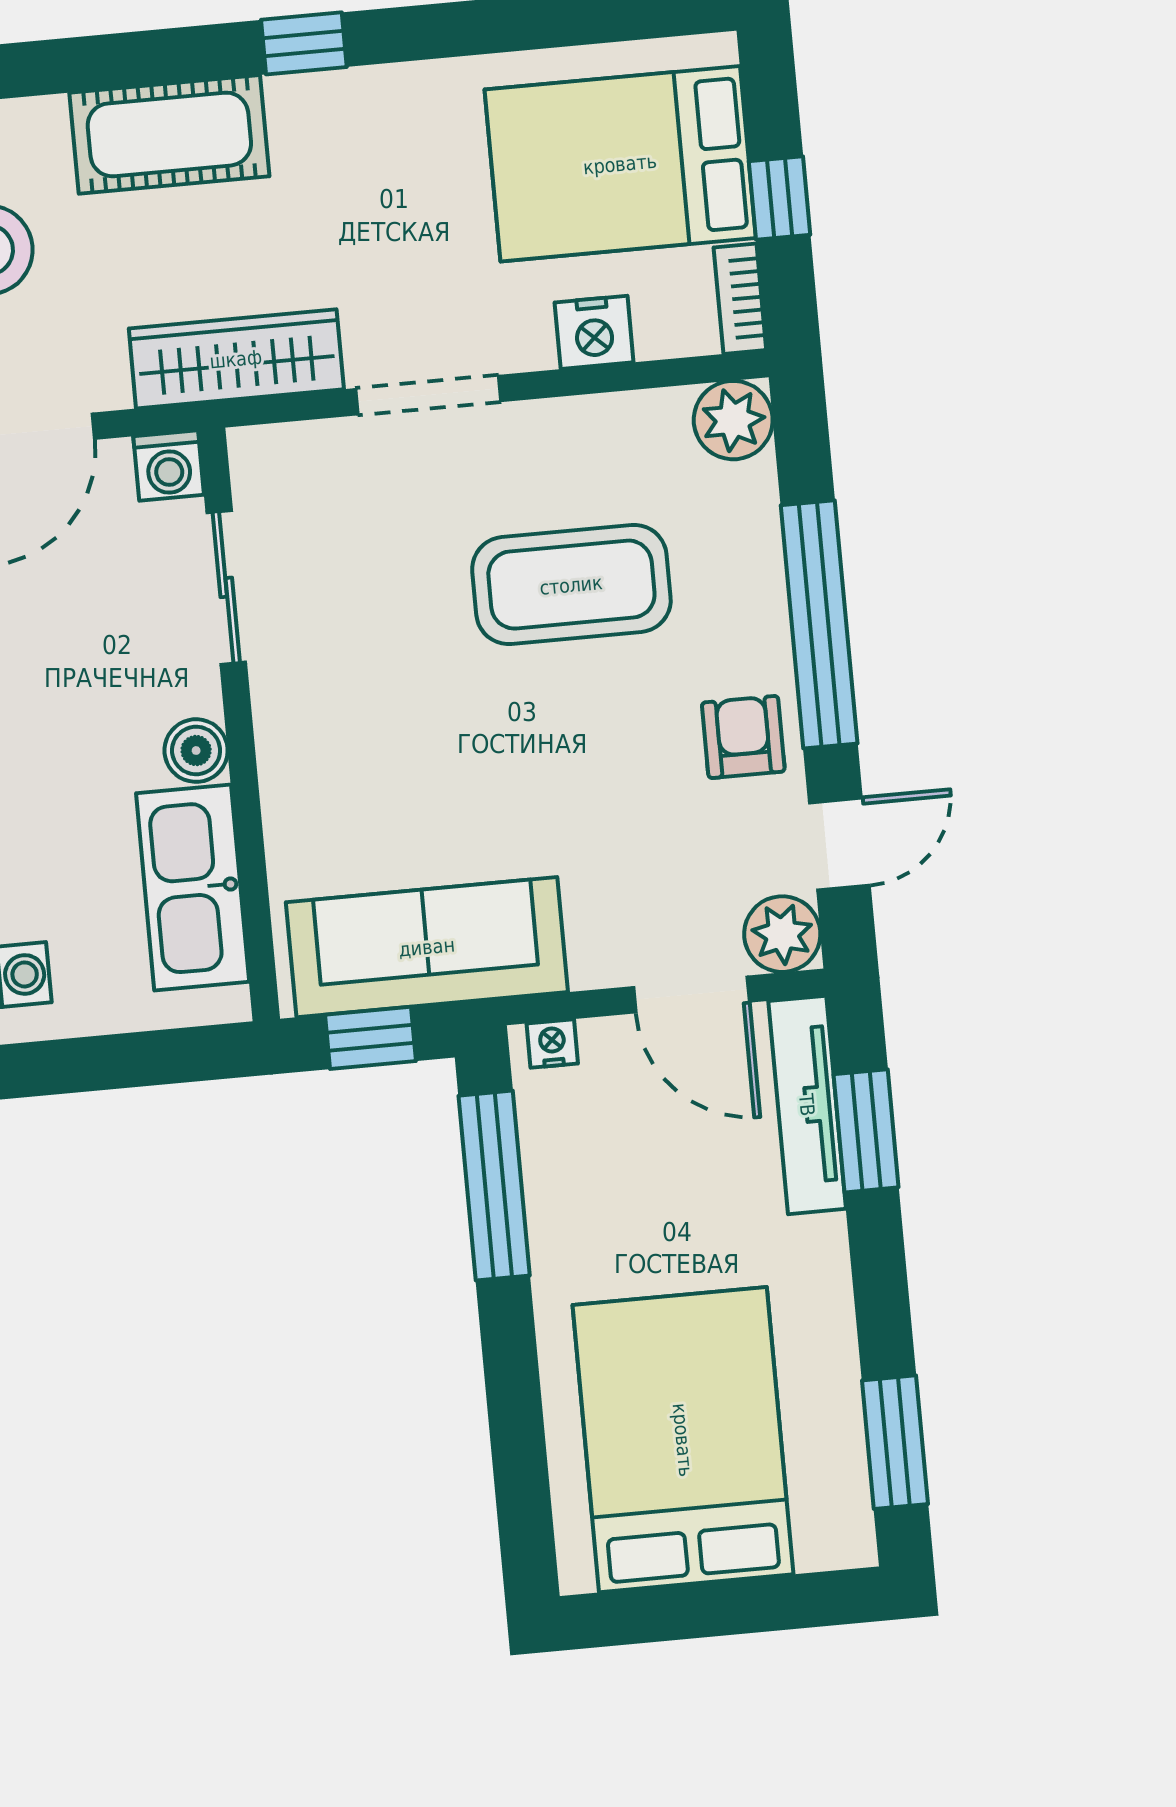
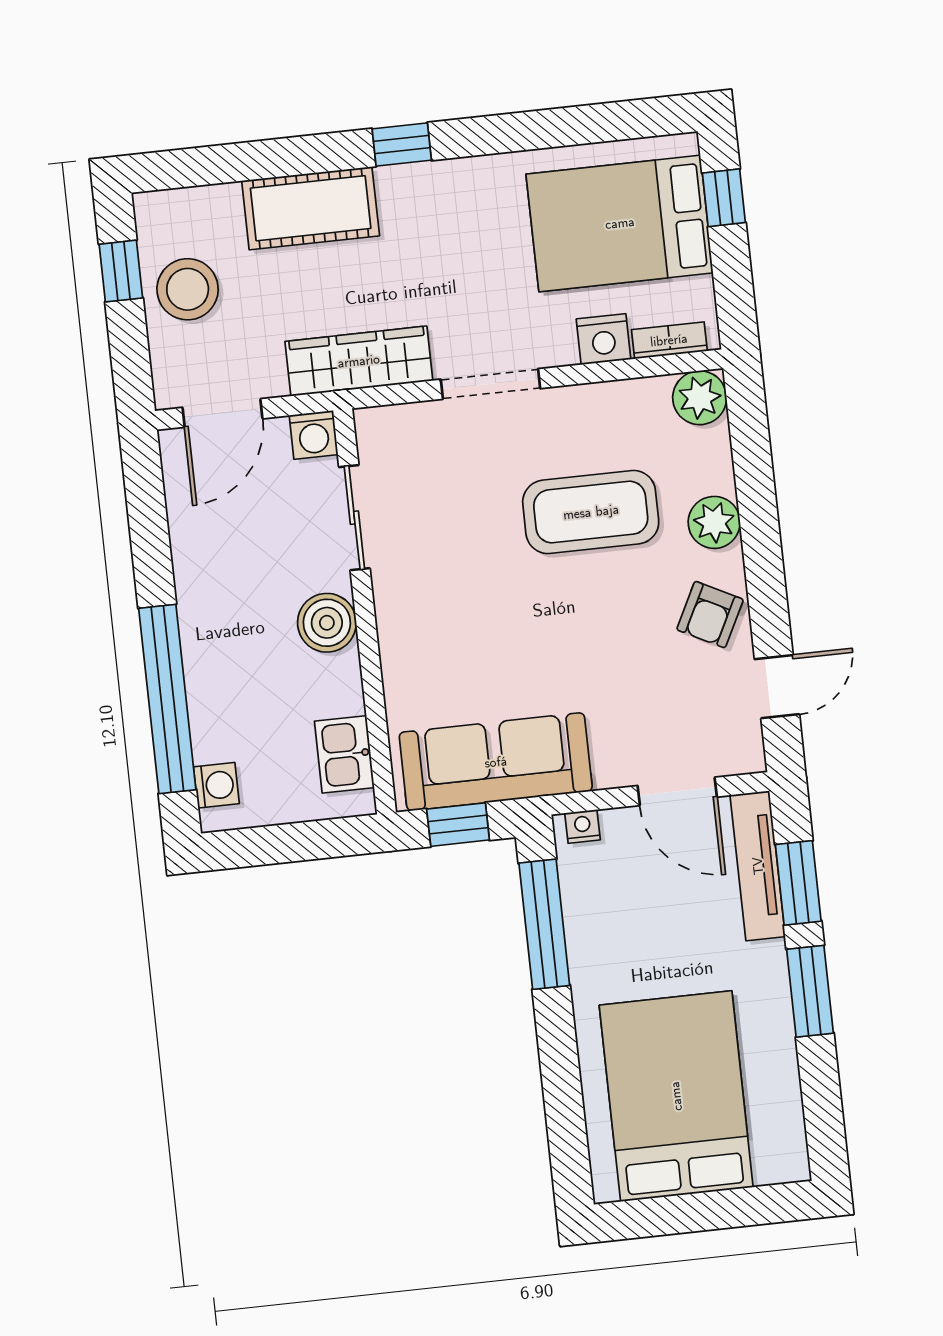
window: (780, 198) -> (724, 198), moved
bookcase: (740, 299) -> (669, 340), moved, turned 90
window: (819, 624) -> (761, 537), removed
armchair: (743, 737) -> (710, 615), turned -153
boiler: (196, 751) -> (327, 623), width x1.36, depth x1.36
kitchen sink: (193, 888) -> (344, 754), width x0.53, depth x0.81
plant: (782, 934) -> (714, 522), moved
window: (895, 1442) -> (810, 991), moved

